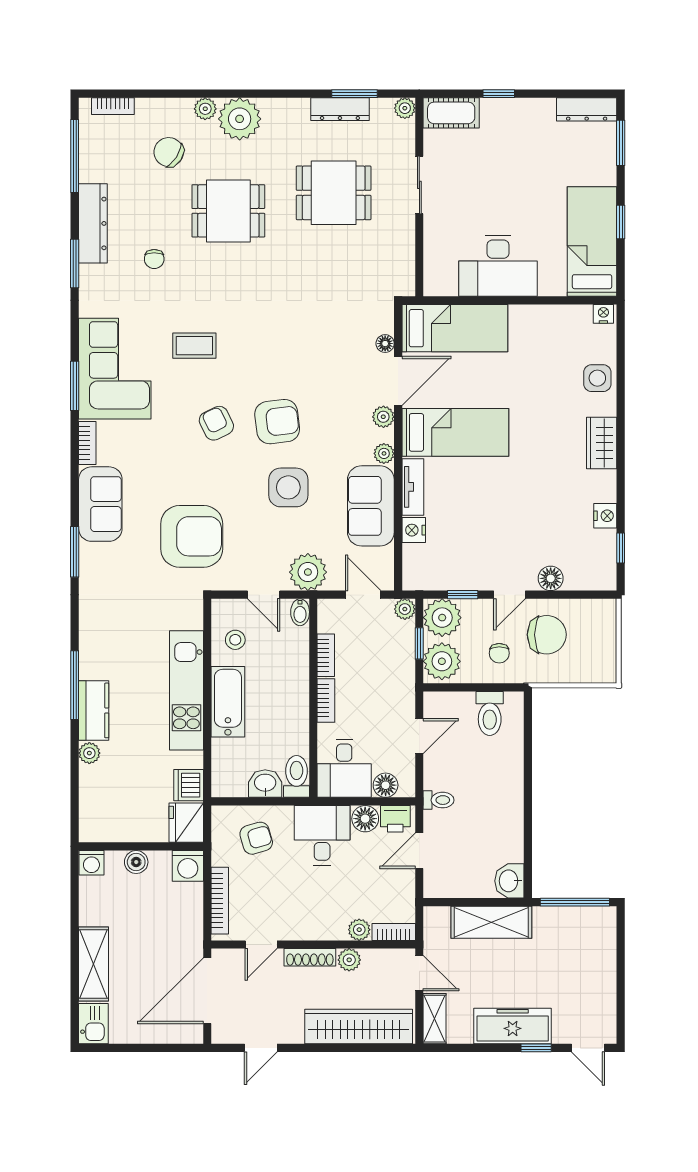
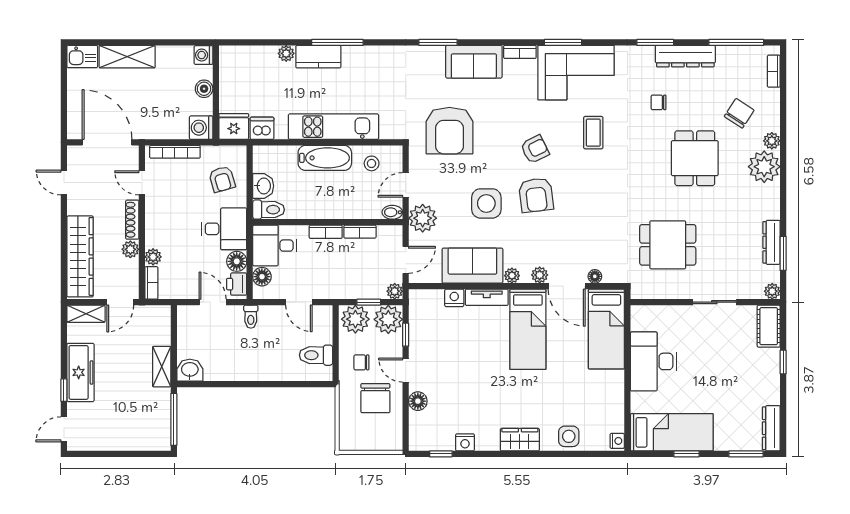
dining table: (334, 193) -> (668, 245), moved, turned 90
shelving: (491, 922) -> (162, 367), width x0.67, depth x0.75

